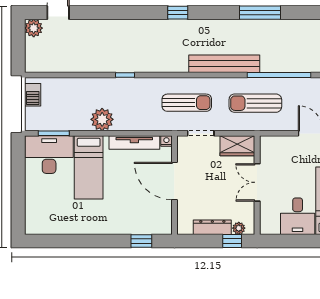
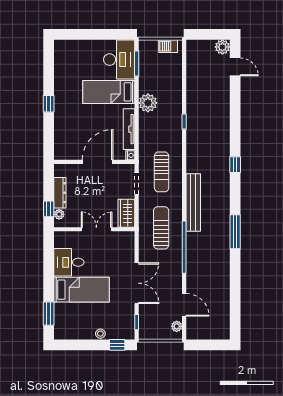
window: (141, 241) -> (49, 104), moved

